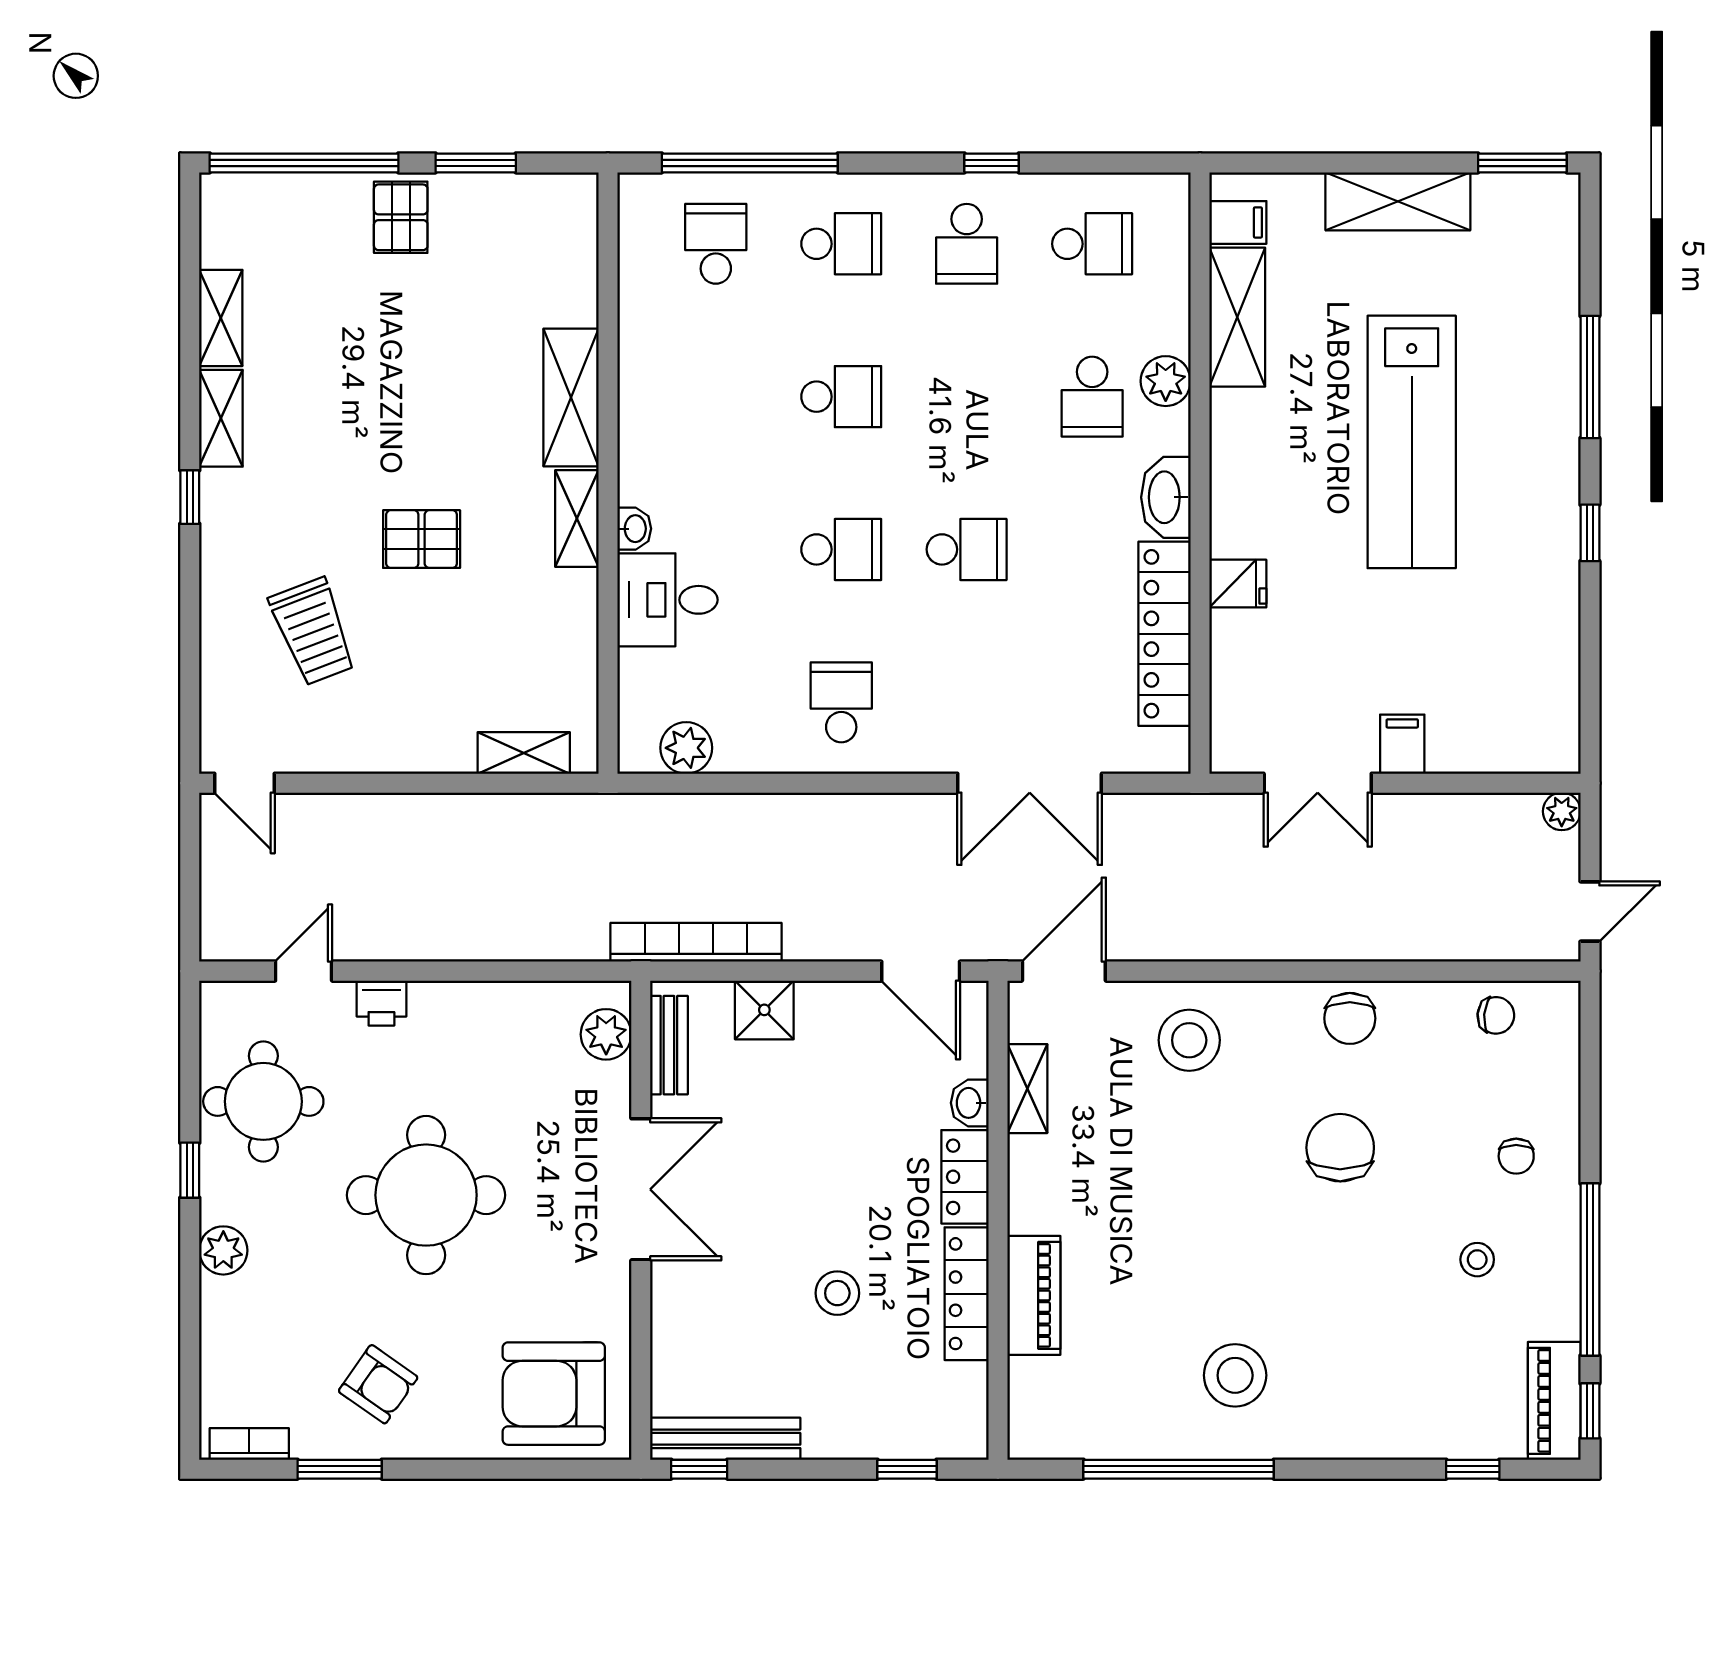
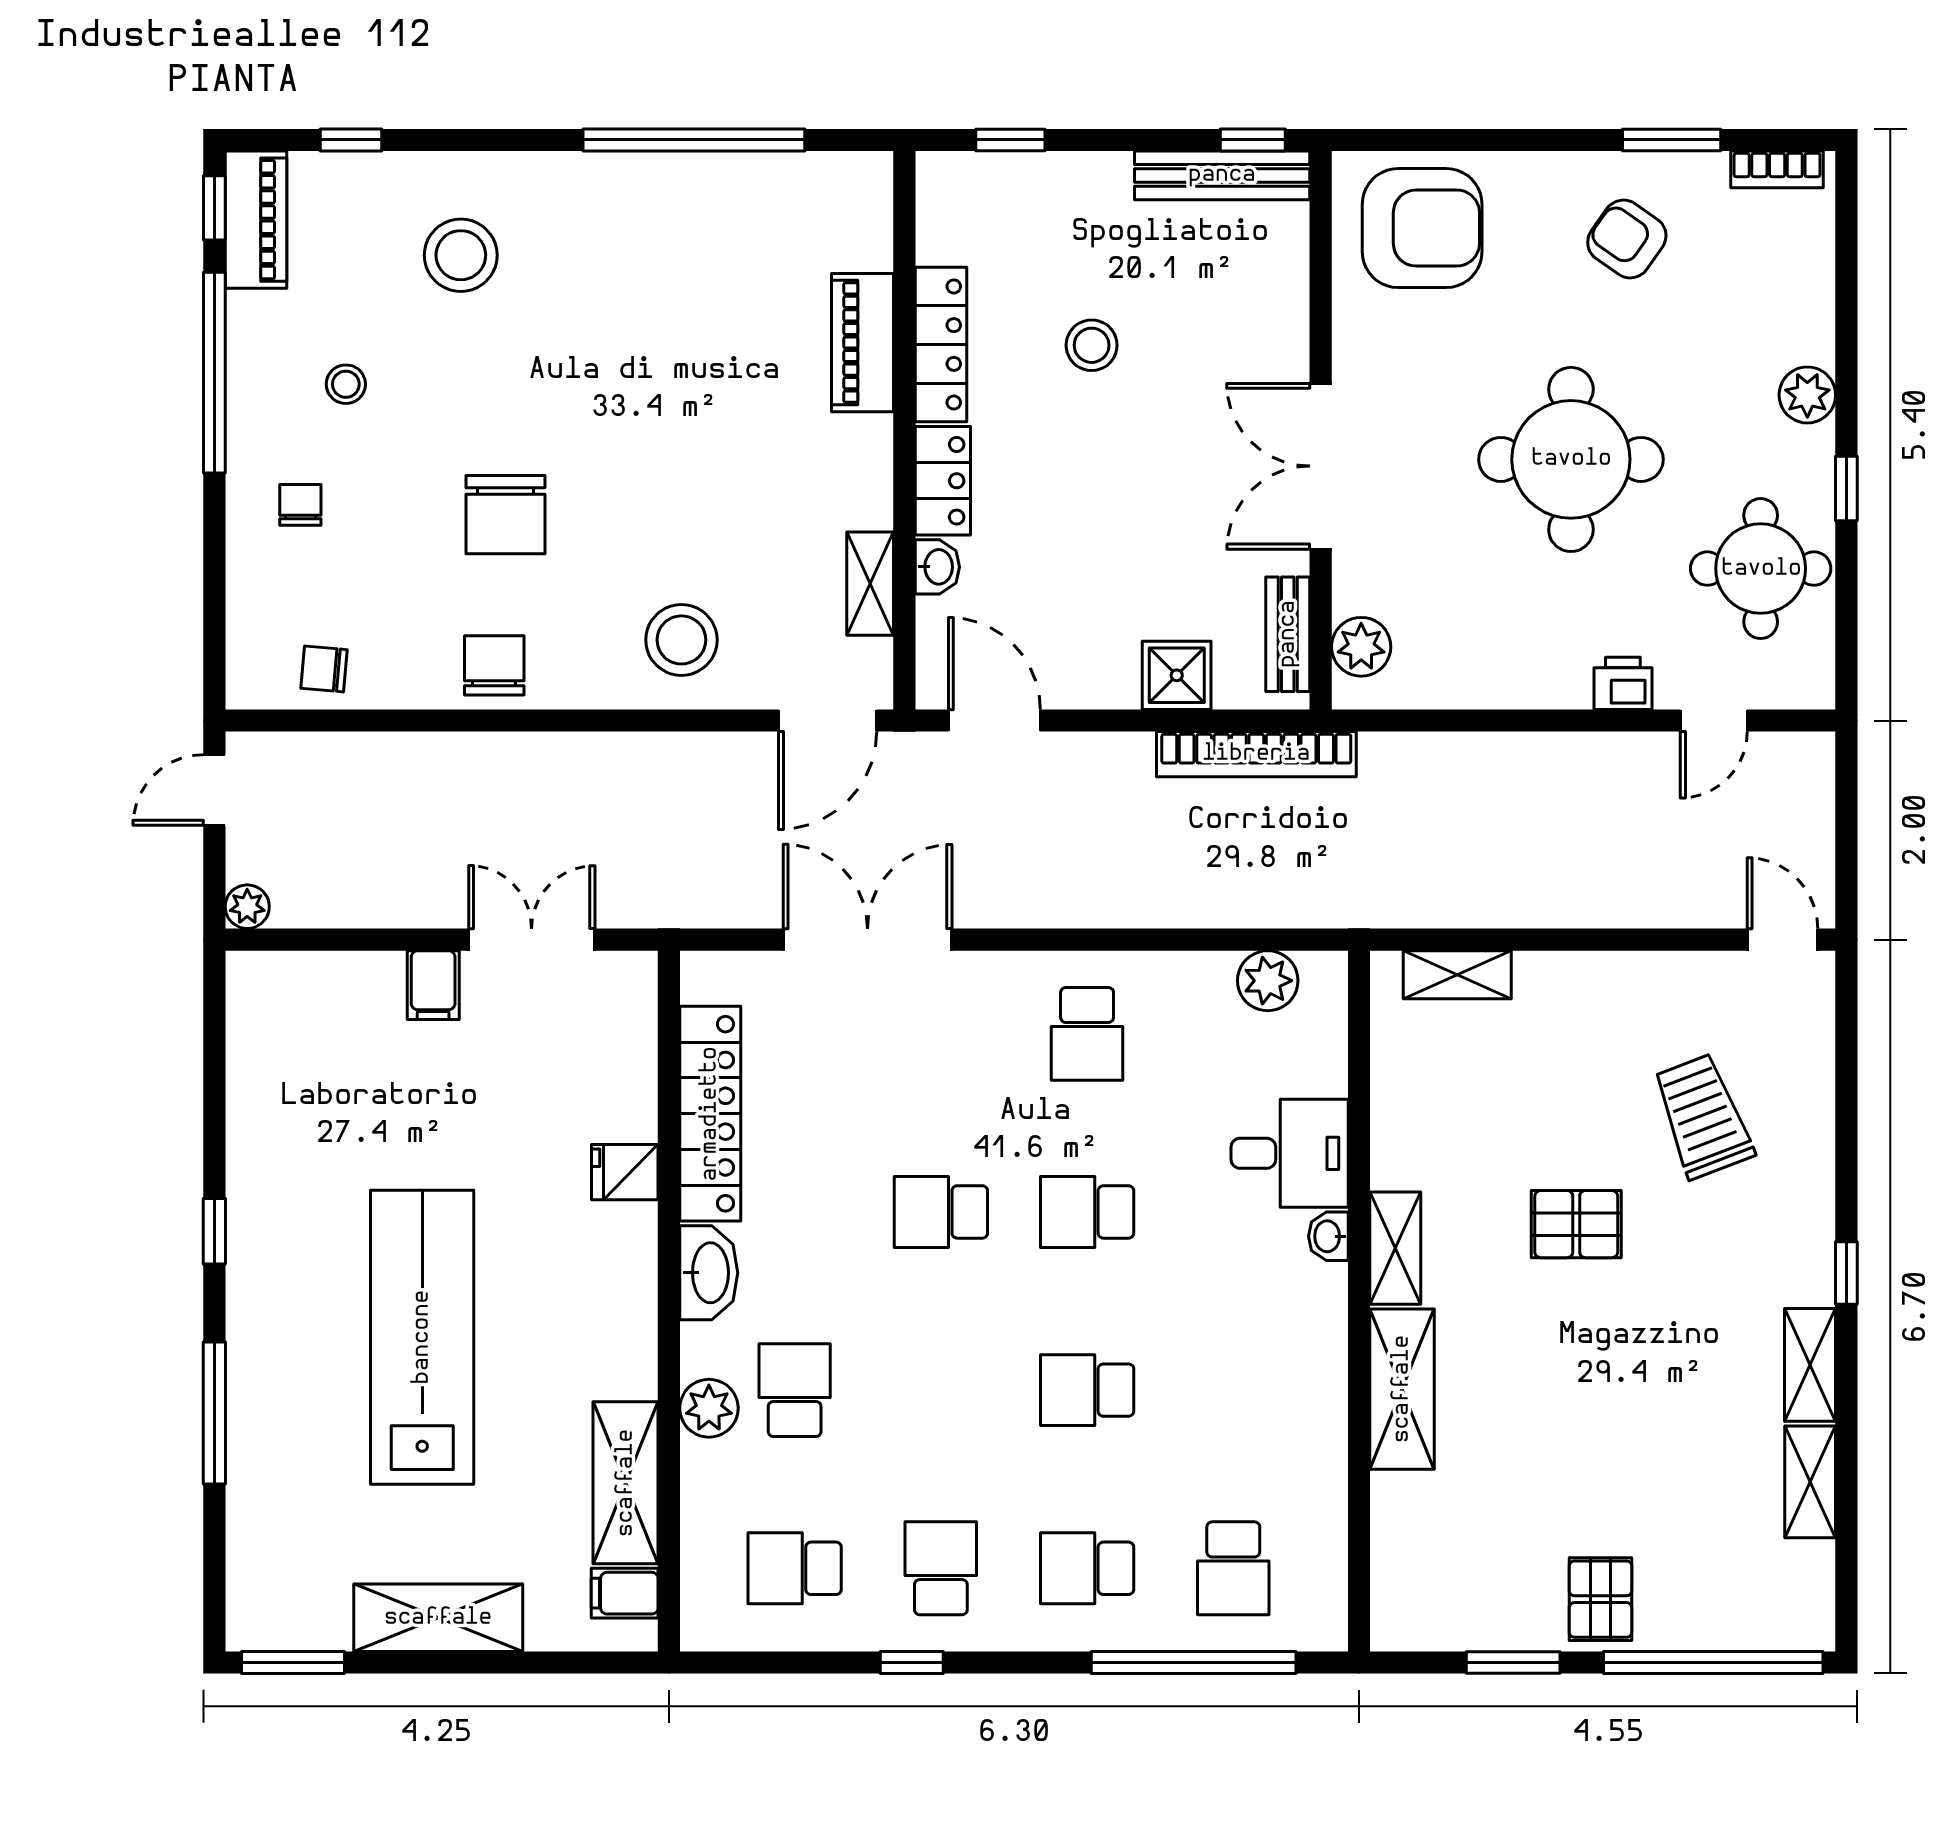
stool: (1235, 1375) -> (461, 255), moved

